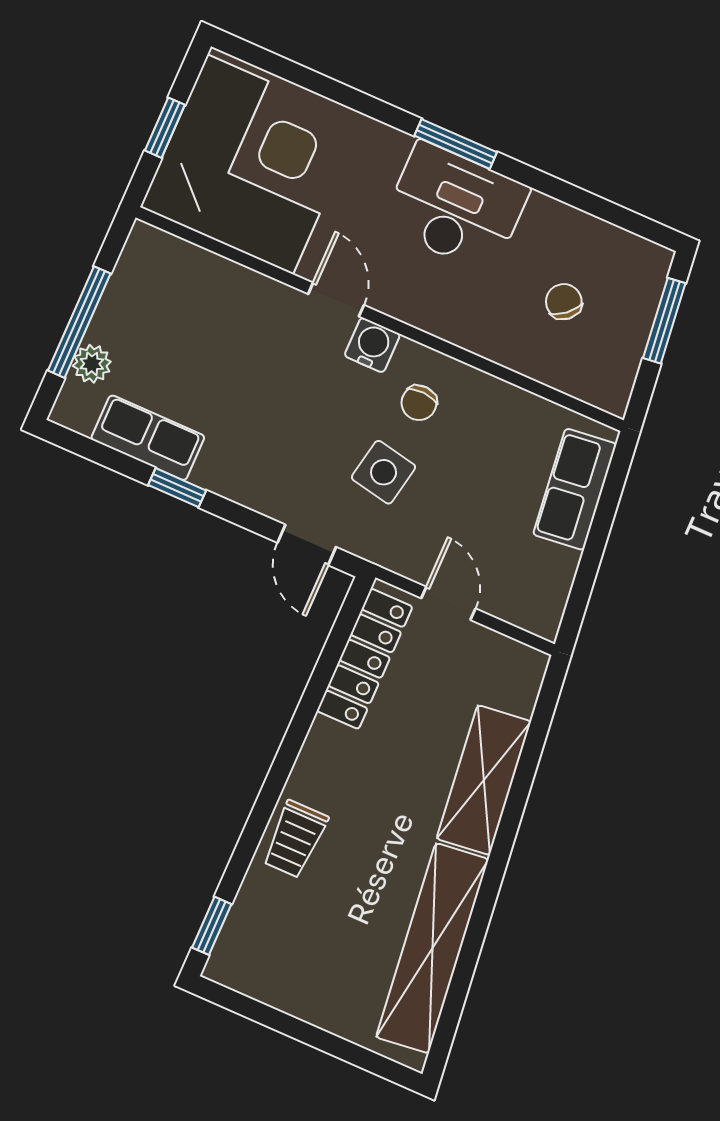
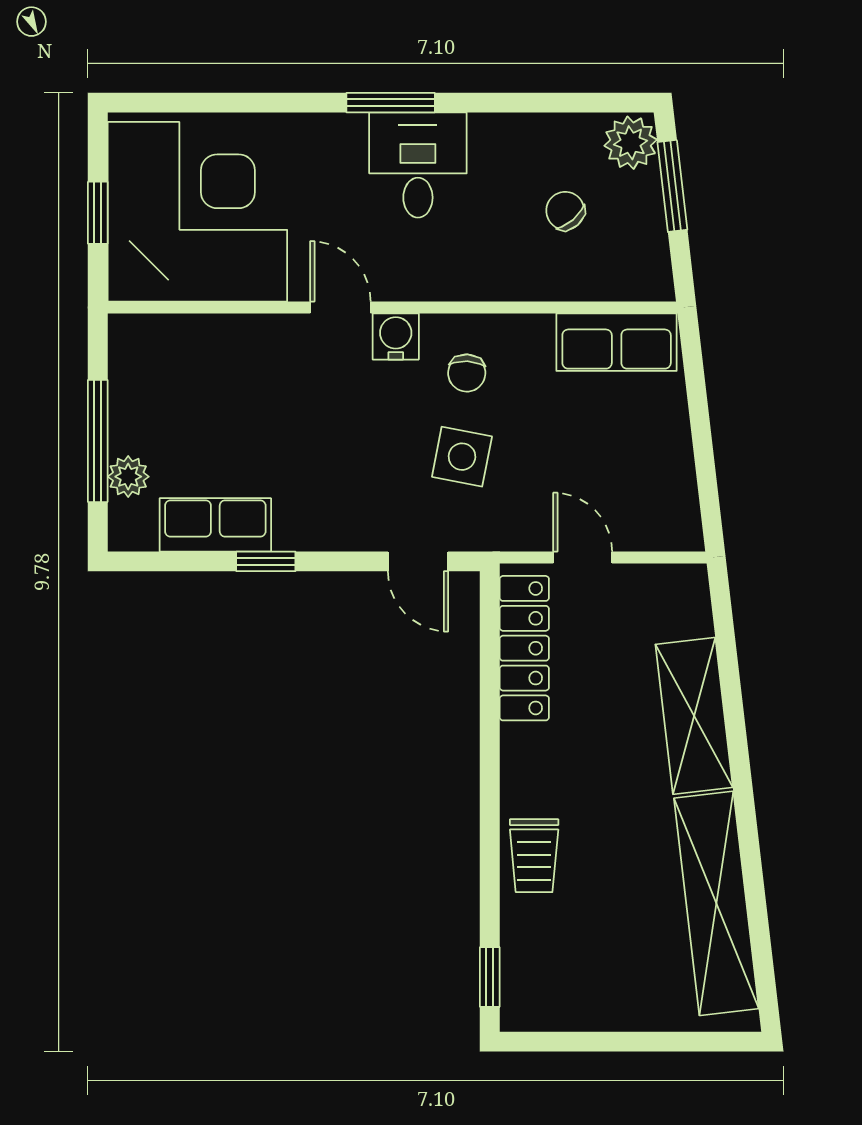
desk: (456, 207) -> (418, 165), width x0.73
plant: (645, 268) -> (631, 143), added
row of seats: (575, 489) -> (617, 342), moved, turned -83

